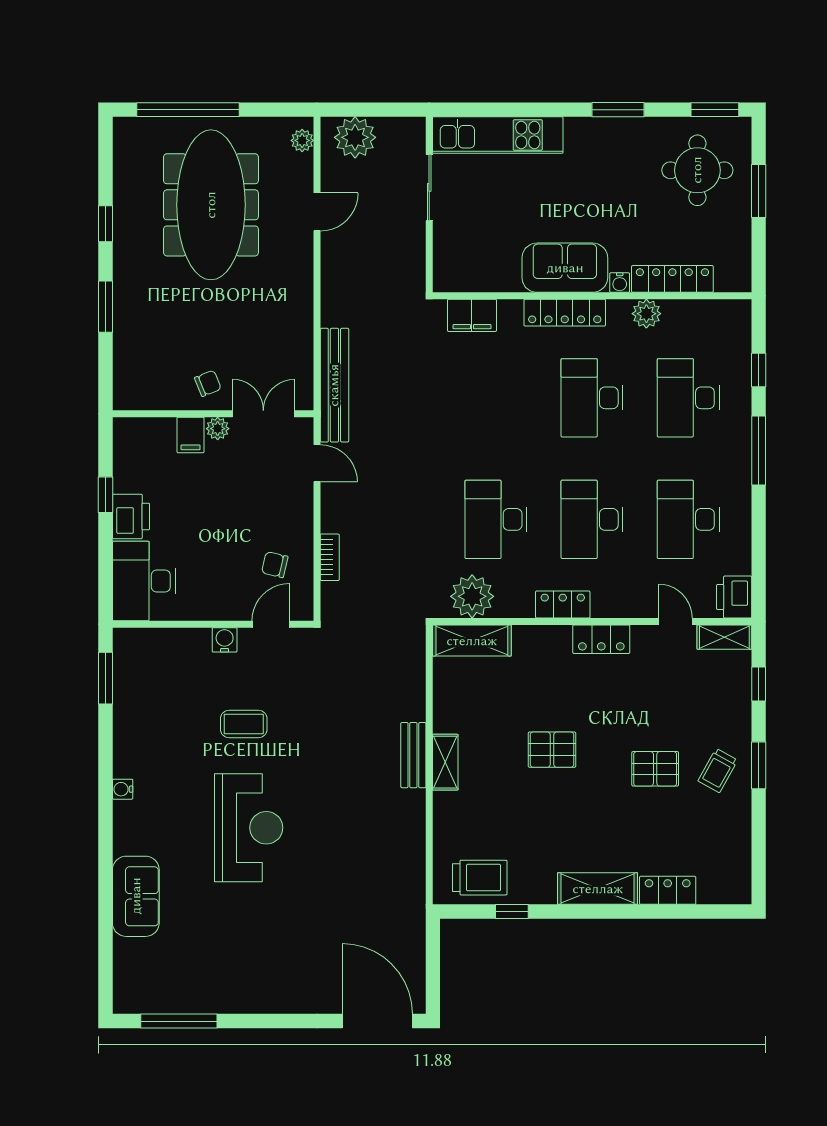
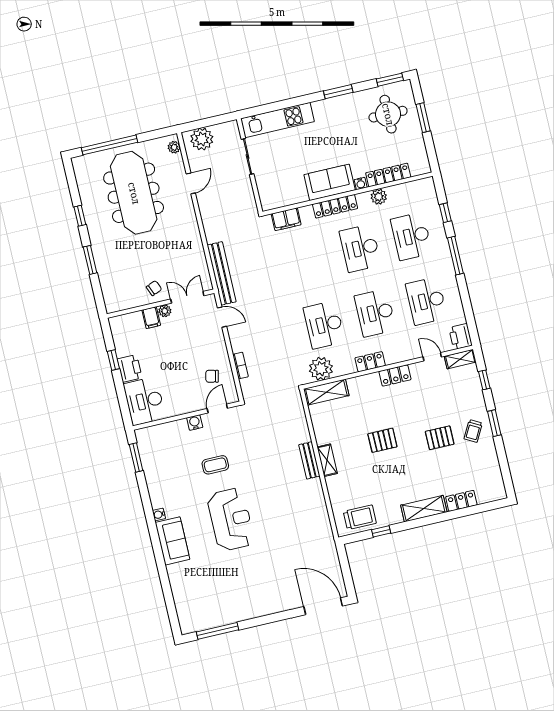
sofa: (136, 896) -> (172, 541), moved

